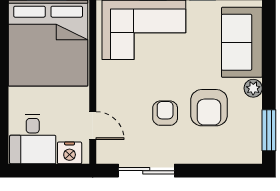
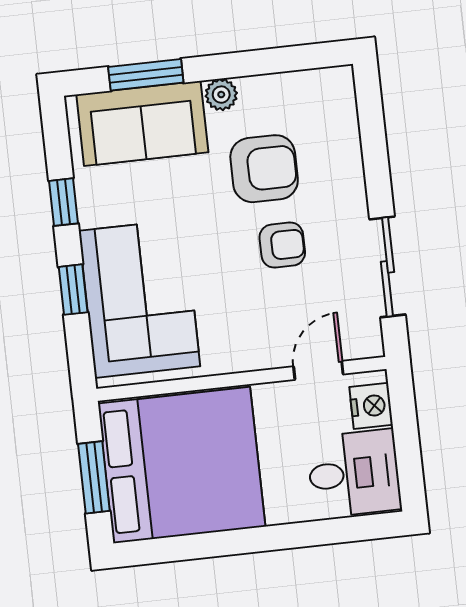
armchair: (165, 113) -> (282, 245), turned 180
window: (269, 130) -> (146, 75), moved

